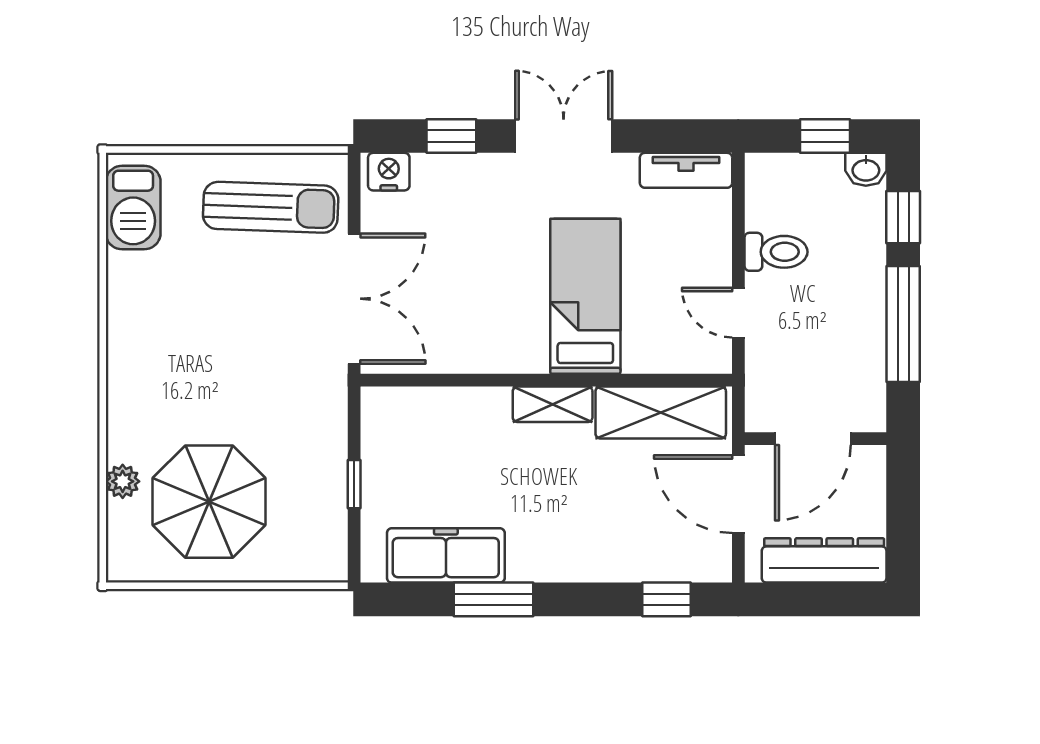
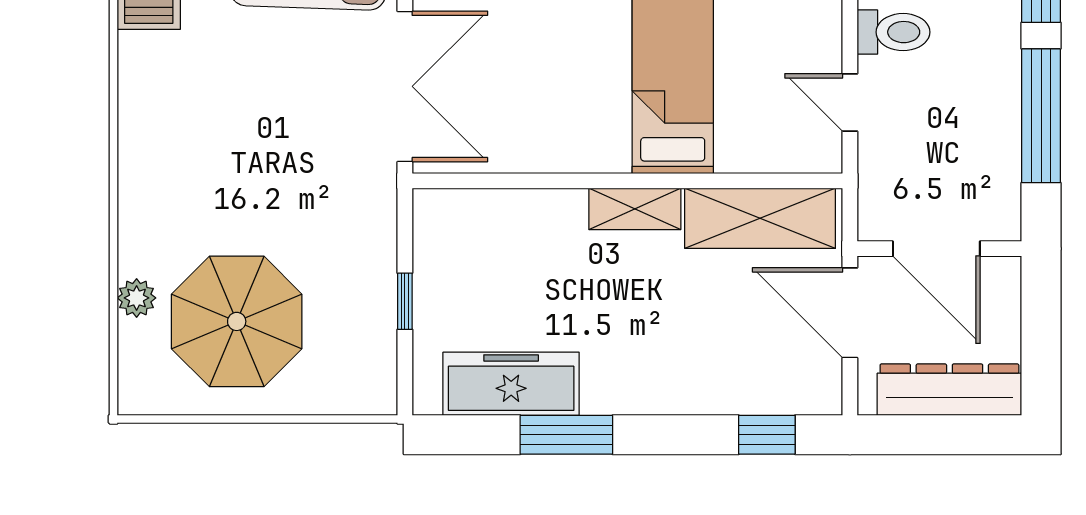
door: (813, 439) -> (936, 249), hinge flipped

